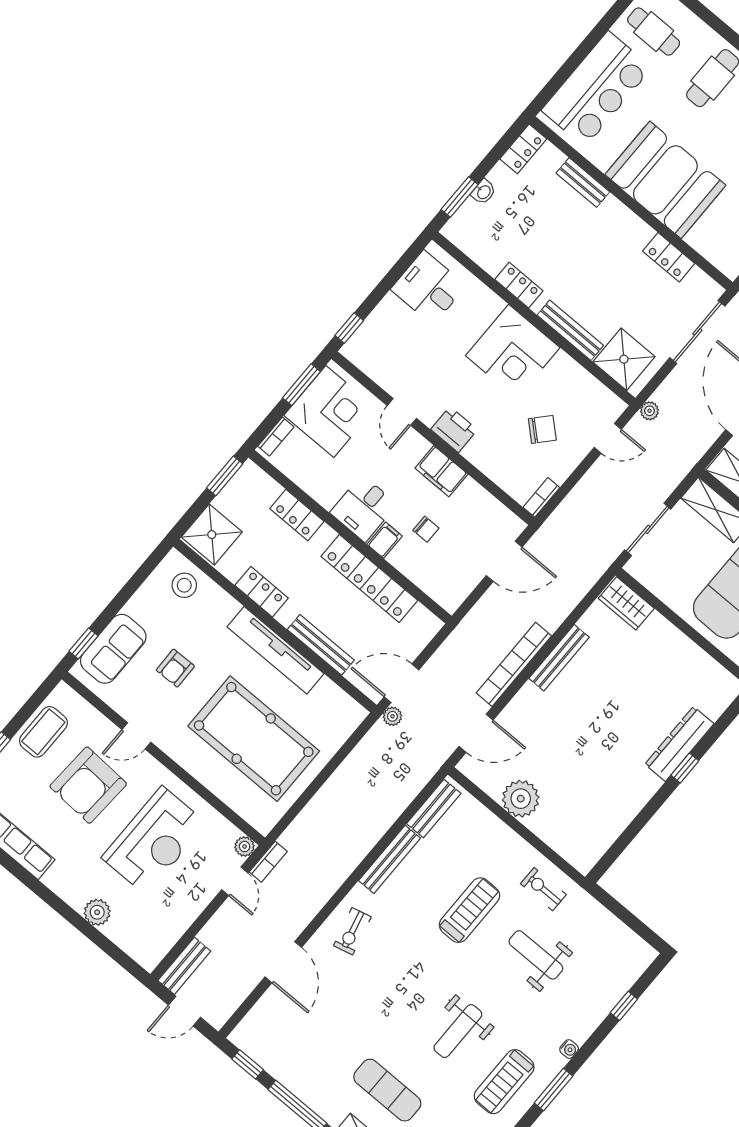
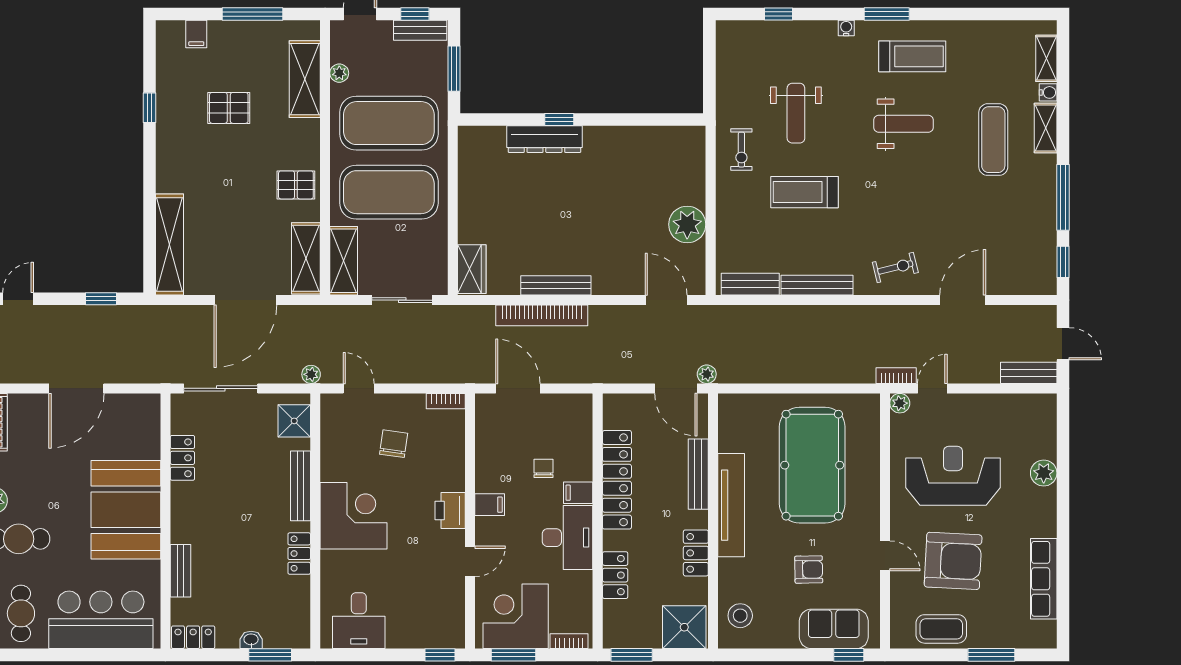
shower: (624, 359) -> (294, 421), width x0.73, depth x0.73
chair: (542, 429) -> (394, 444), turned 56
filing cabinet: (441, 471) -> (490, 505), width x0.50
desk: (364, 508) -> (568, 538), width x1.37
bookcase: (514, 664) -> (542, 315), moved

